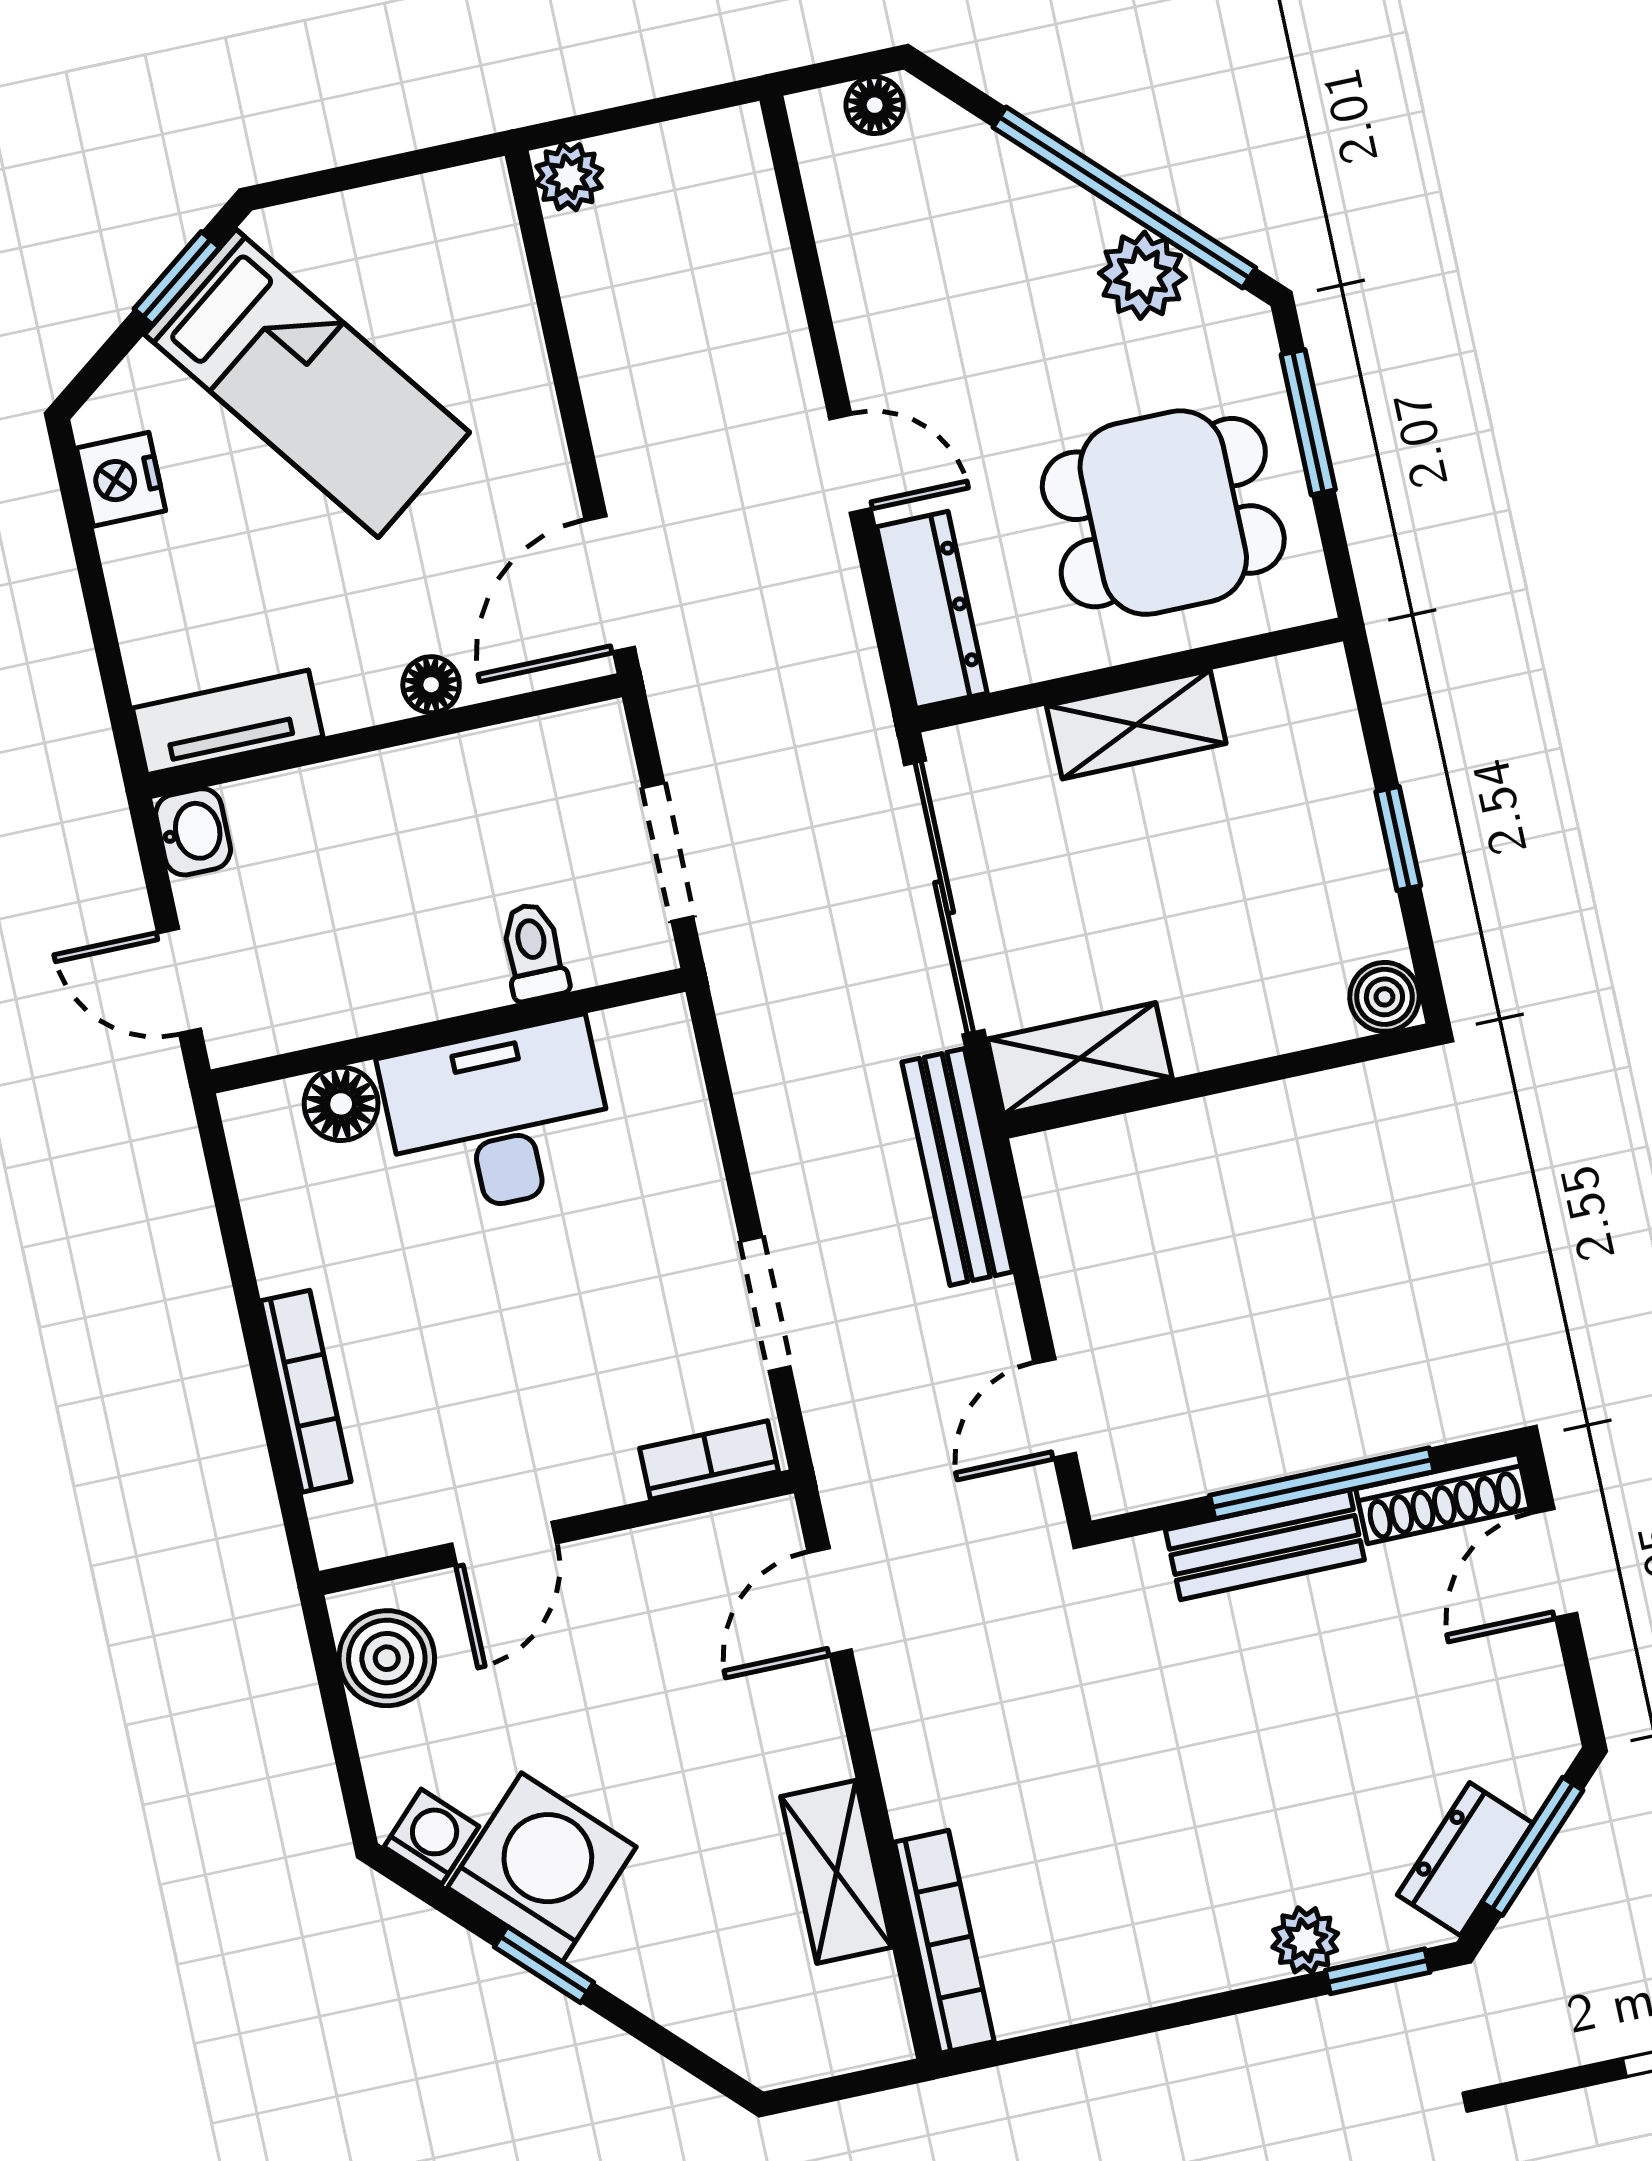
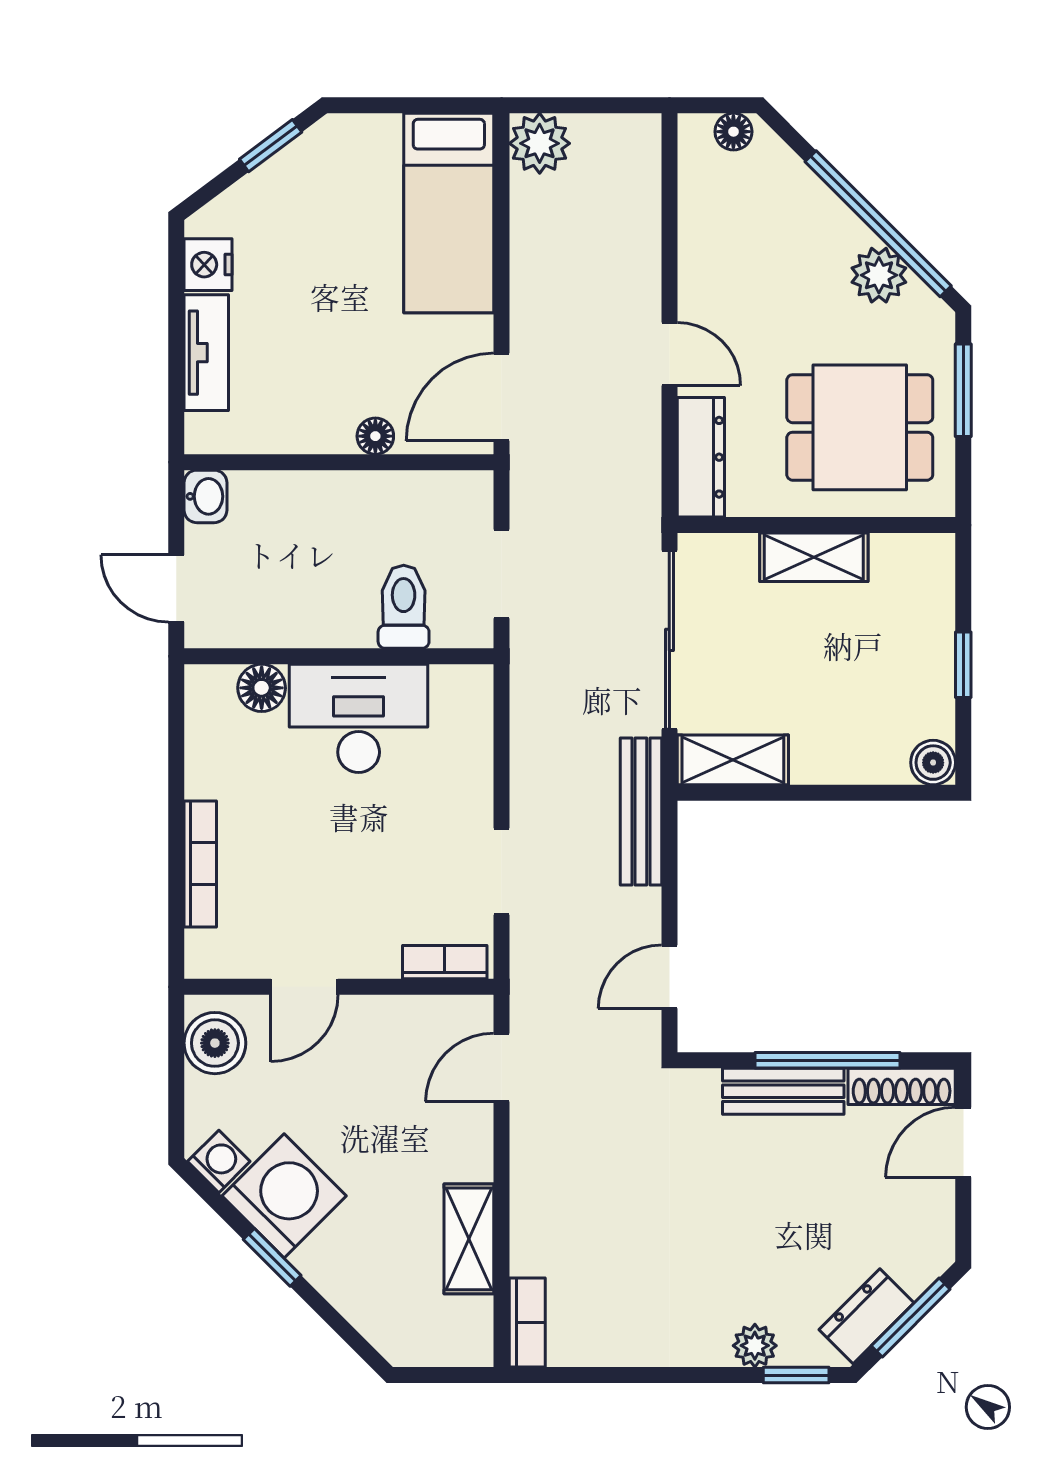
plant: (569, 177) -> (540, 143), width x1.38, depth x1.38
bed: (307, 383) -> (449, 213), moved, turned 37
tv unit: (228, 722) -> (206, 353), moved, turned 90
toilet: (534, 952) -> (404, 607), width x1.37, depth x1.39
bookcase: (944, 1942) -> (527, 1323), width x0.64

